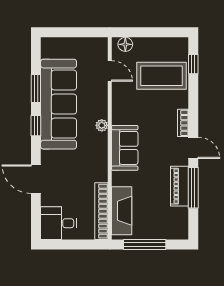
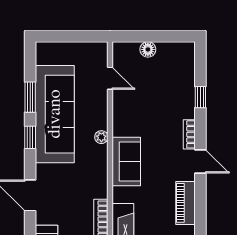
floor lamp: (125, 44) -> (148, 49), moved
window: (193, 64) -> (200, 97), moved
coffee table: (161, 76) -> (166, 83), removed
window: (193, 188) -> (200, 205), removed

